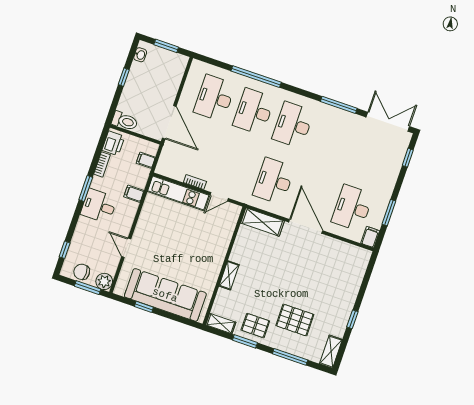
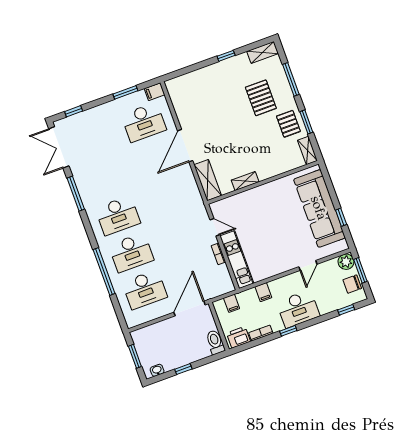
desk: (274, 181) -> (171, 196), removed
window: (86, 188) -> (288, 331), width x0.67
desk: (99, 206) -> (298, 309), width x1.37
chair: (82, 272) -> (352, 284), turned 90
shelving: (229, 275) -> (245, 181), moved

